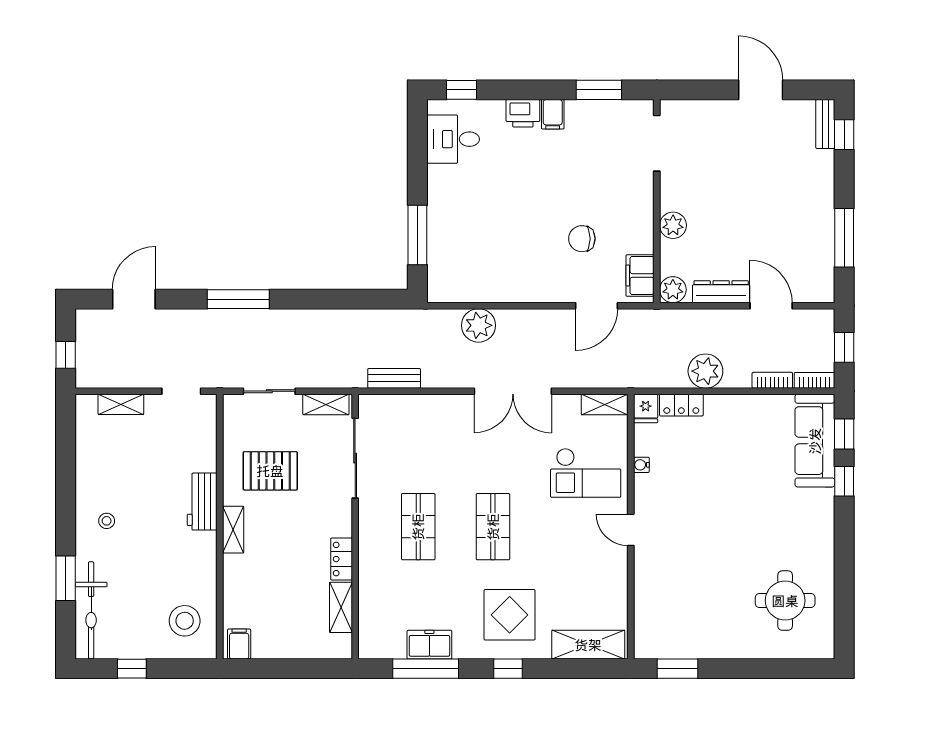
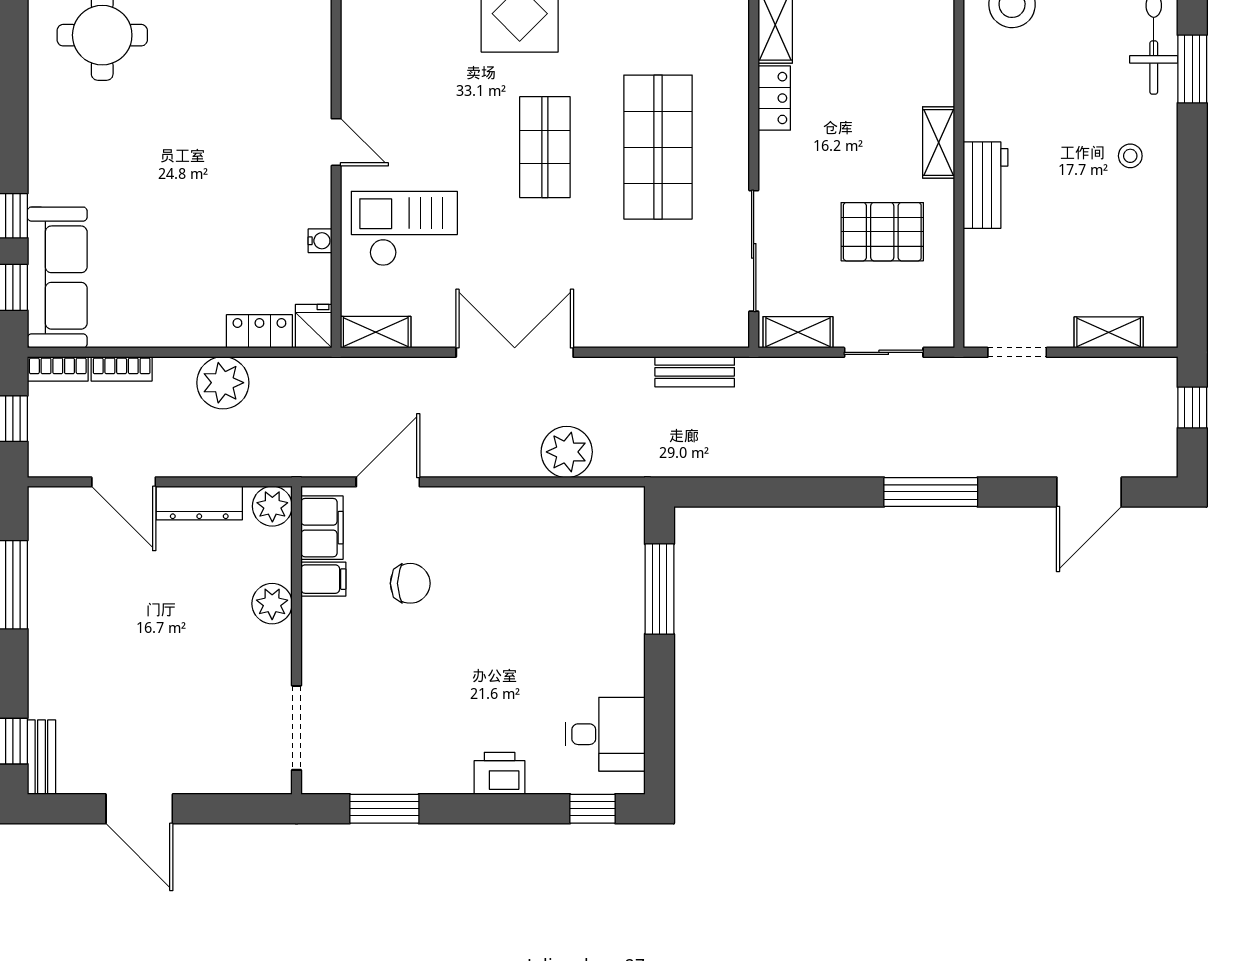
filing cabinet: (553, 114) -> (323, 579), moved, turned 90
shop shelf: (418, 527) -> (658, 147), width x1.43, depth x1.36

